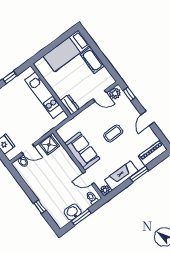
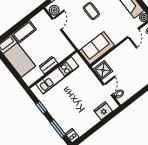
dresser: (70, 105) -> (48, 65), moved
sofa: (82, 151) -> (97, 48), moved

